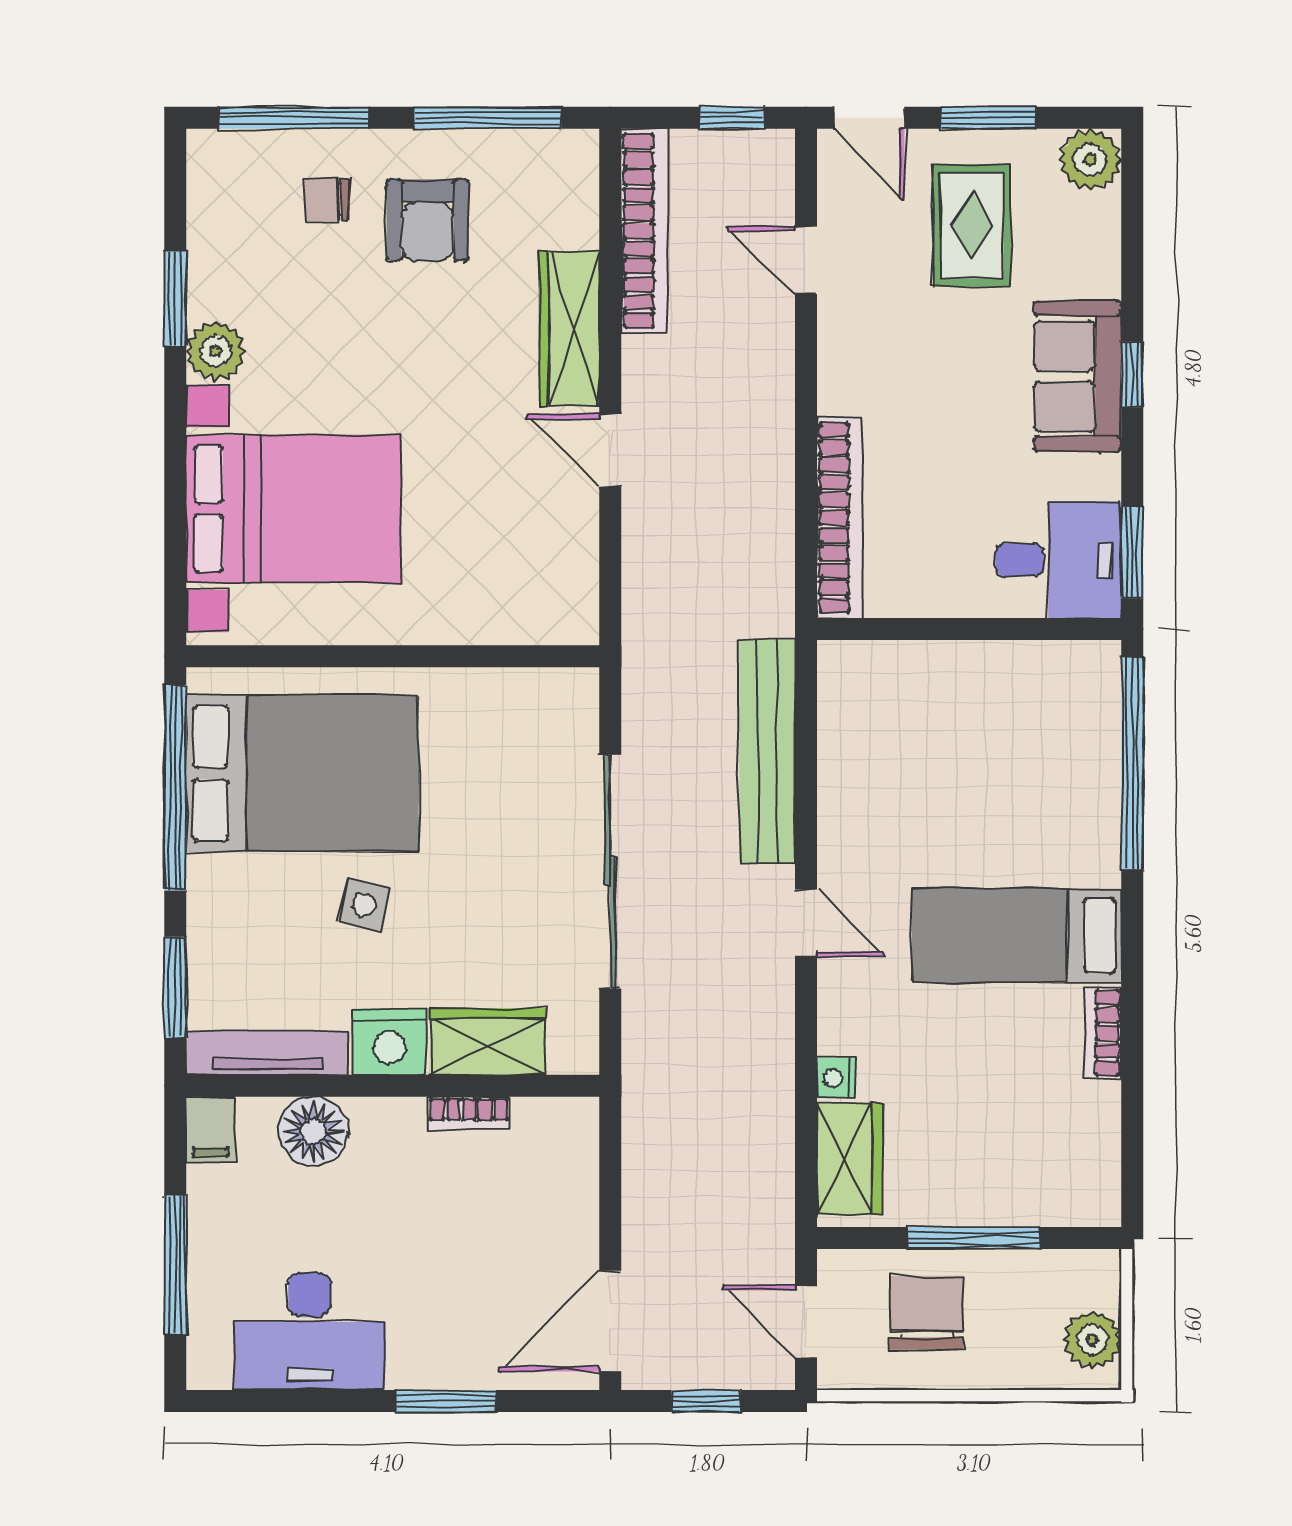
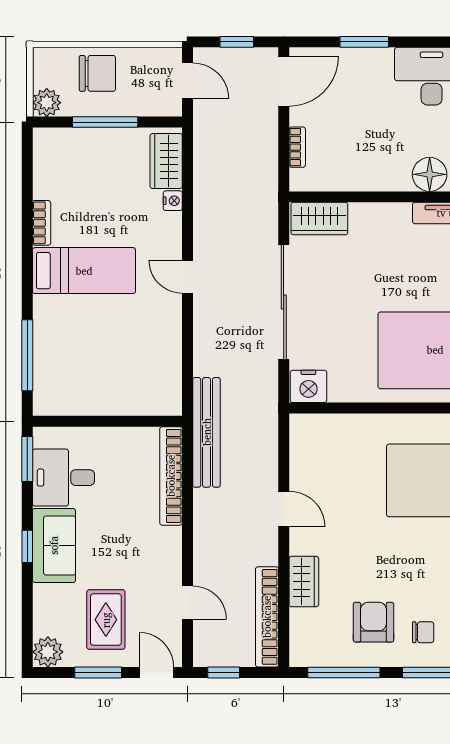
wardrobe: (569, 329) -> (304, 582), width x0.67
desk: (1058, 560) -> (63, 478), moved
bench: (767, 752) -> (207, 432), moved
window: (1132, 763) -> (27, 355), width x0.68
side table: (364, 905) -> (404, 286), removed
wardrobe: (488, 1041) -> (319, 219), moved
nightstand: (389, 1042) -> (308, 386), moved, turned 180
bookcase: (469, 1113) -> (297, 147), moved, turned 90
chair: (926, 1313) -> (97, 73), moved, turned -90
plant: (1092, 1340) -> (47, 103), moved

